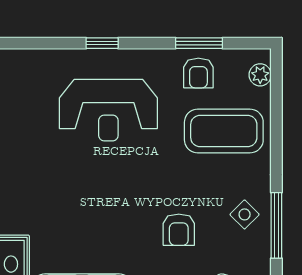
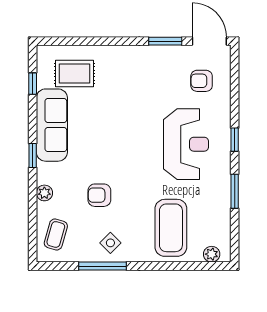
window: (199, 43) -> (235, 191), moved
armchair: (198, 73) -> (202, 81), moved
reception desk: (108, 110) -> (186, 144), turned 180

